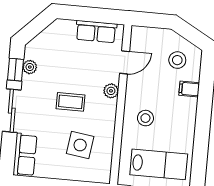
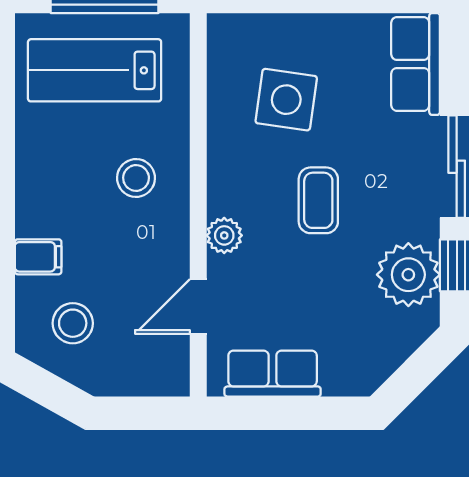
plant: (30, 67) -> (408, 275), width x1.87, depth x1.87
coffee table: (71, 102) -> (318, 200), turned 90

